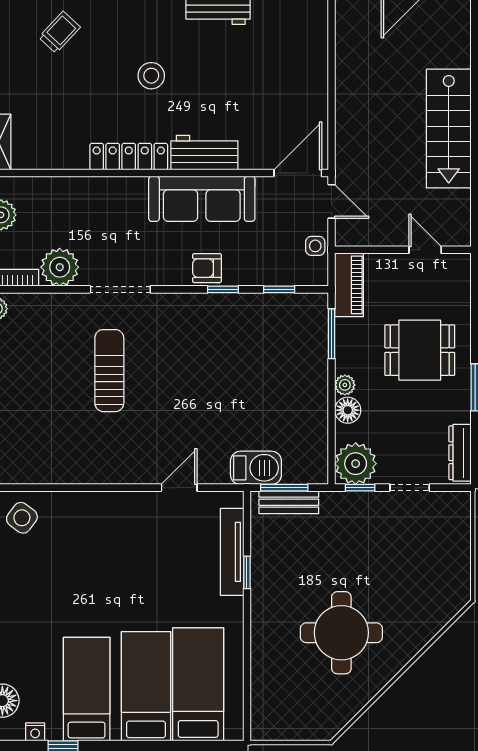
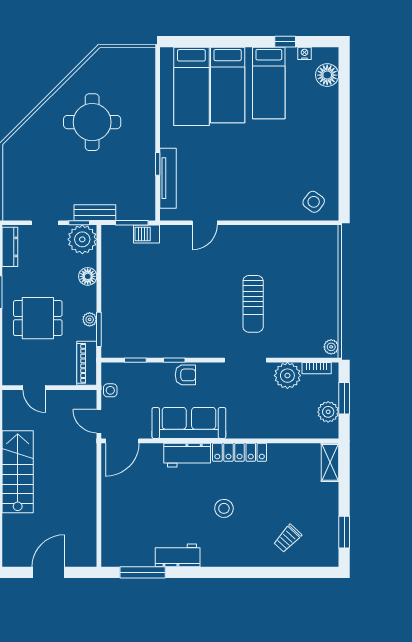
plant: (345, 385) -> (90, 319), moved
barbecue: (256, 468) -> (147, 234), width x0.73, depth x0.79
bench: (289, 502) -> (95, 213), moved

